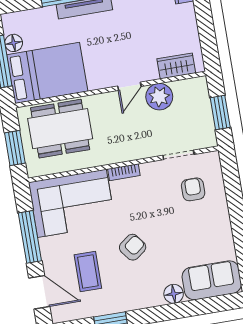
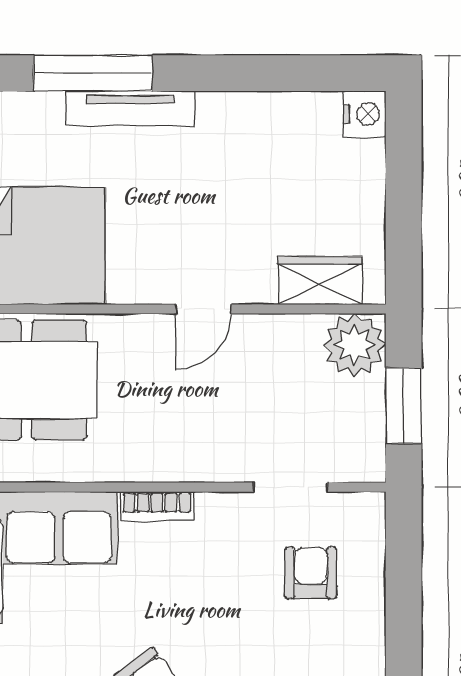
plant: (159, 97) -> (354, 345), moved

